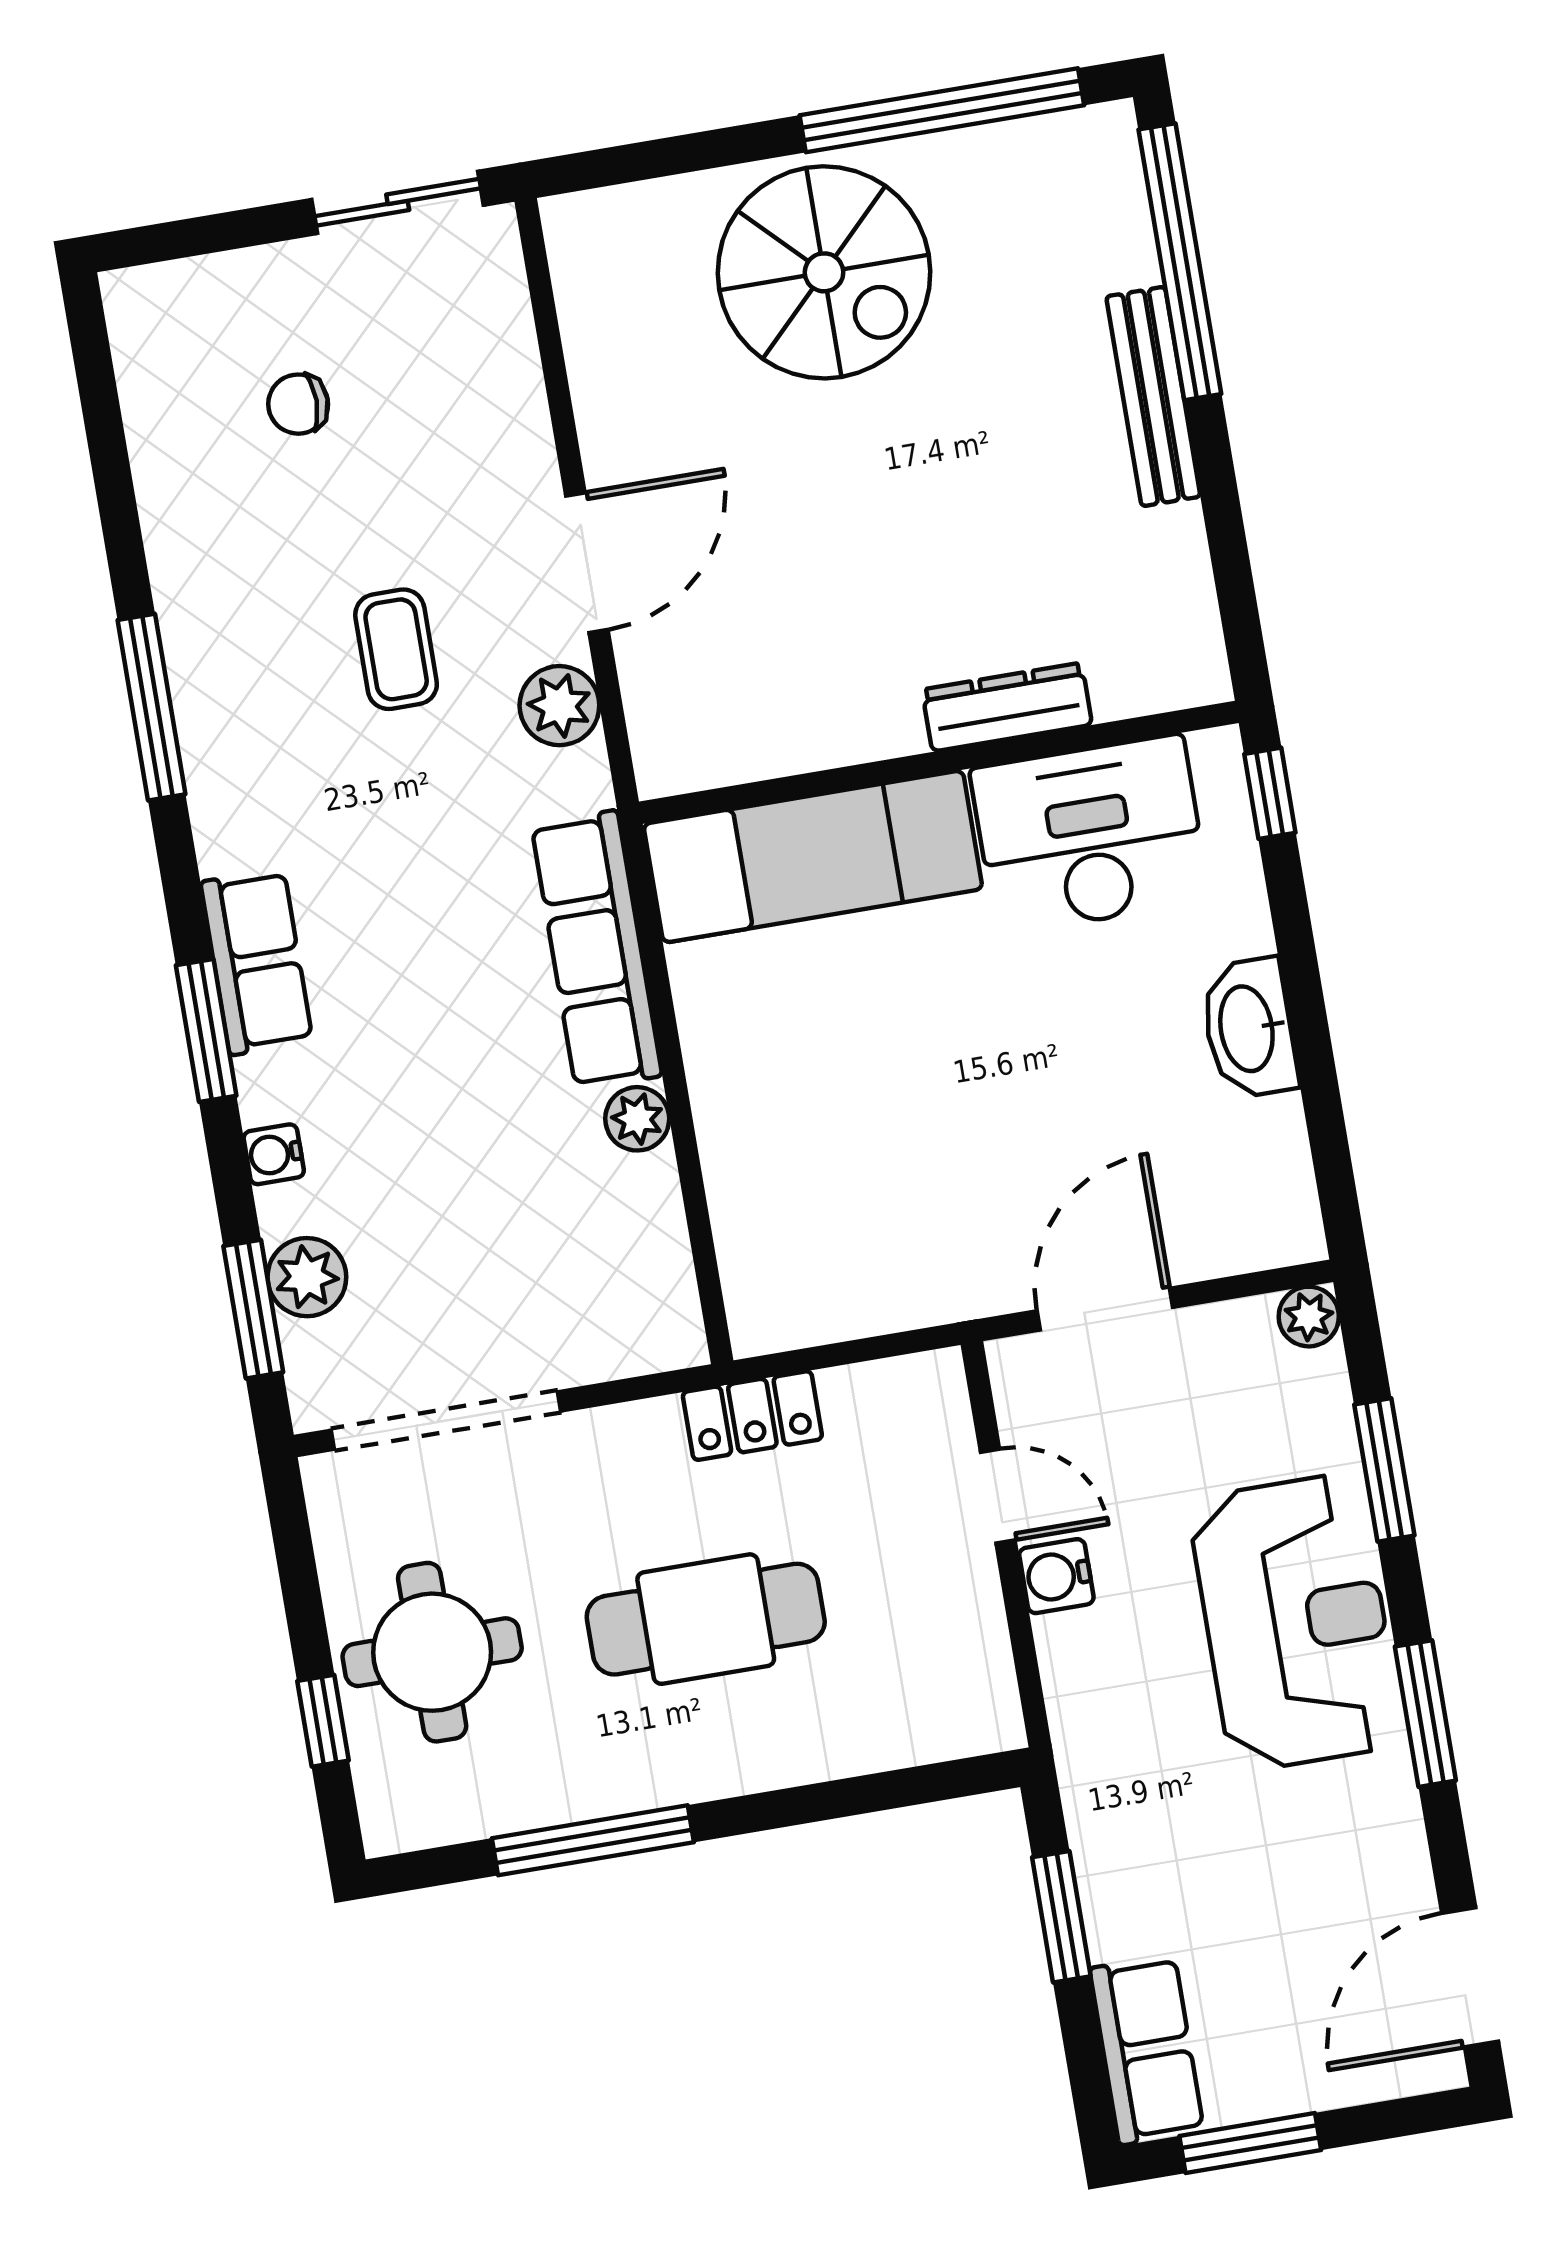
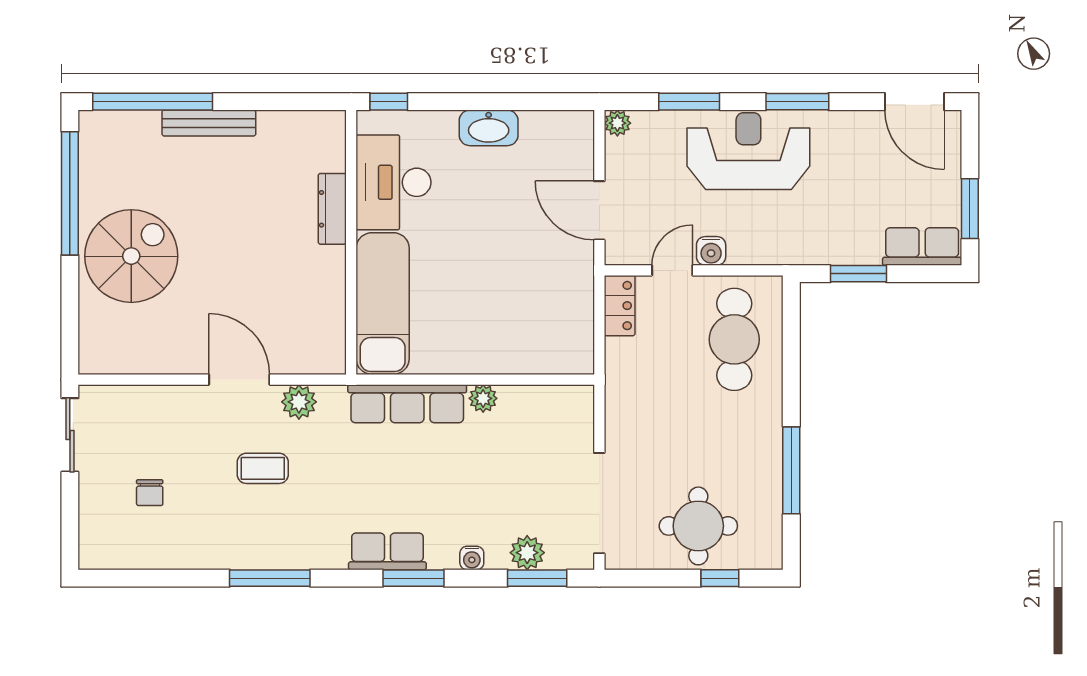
locker: (752, 1416) -> (620, 306), moved
cafe table: (706, 1619) -> (734, 339), moved

